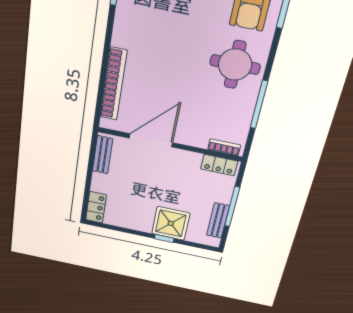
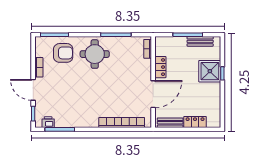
door: (151, 140) -> (153, 94), swing flipped
locker: (219, 165) -> (160, 67), moved
locker: (96, 207) -> (195, 122), moved

